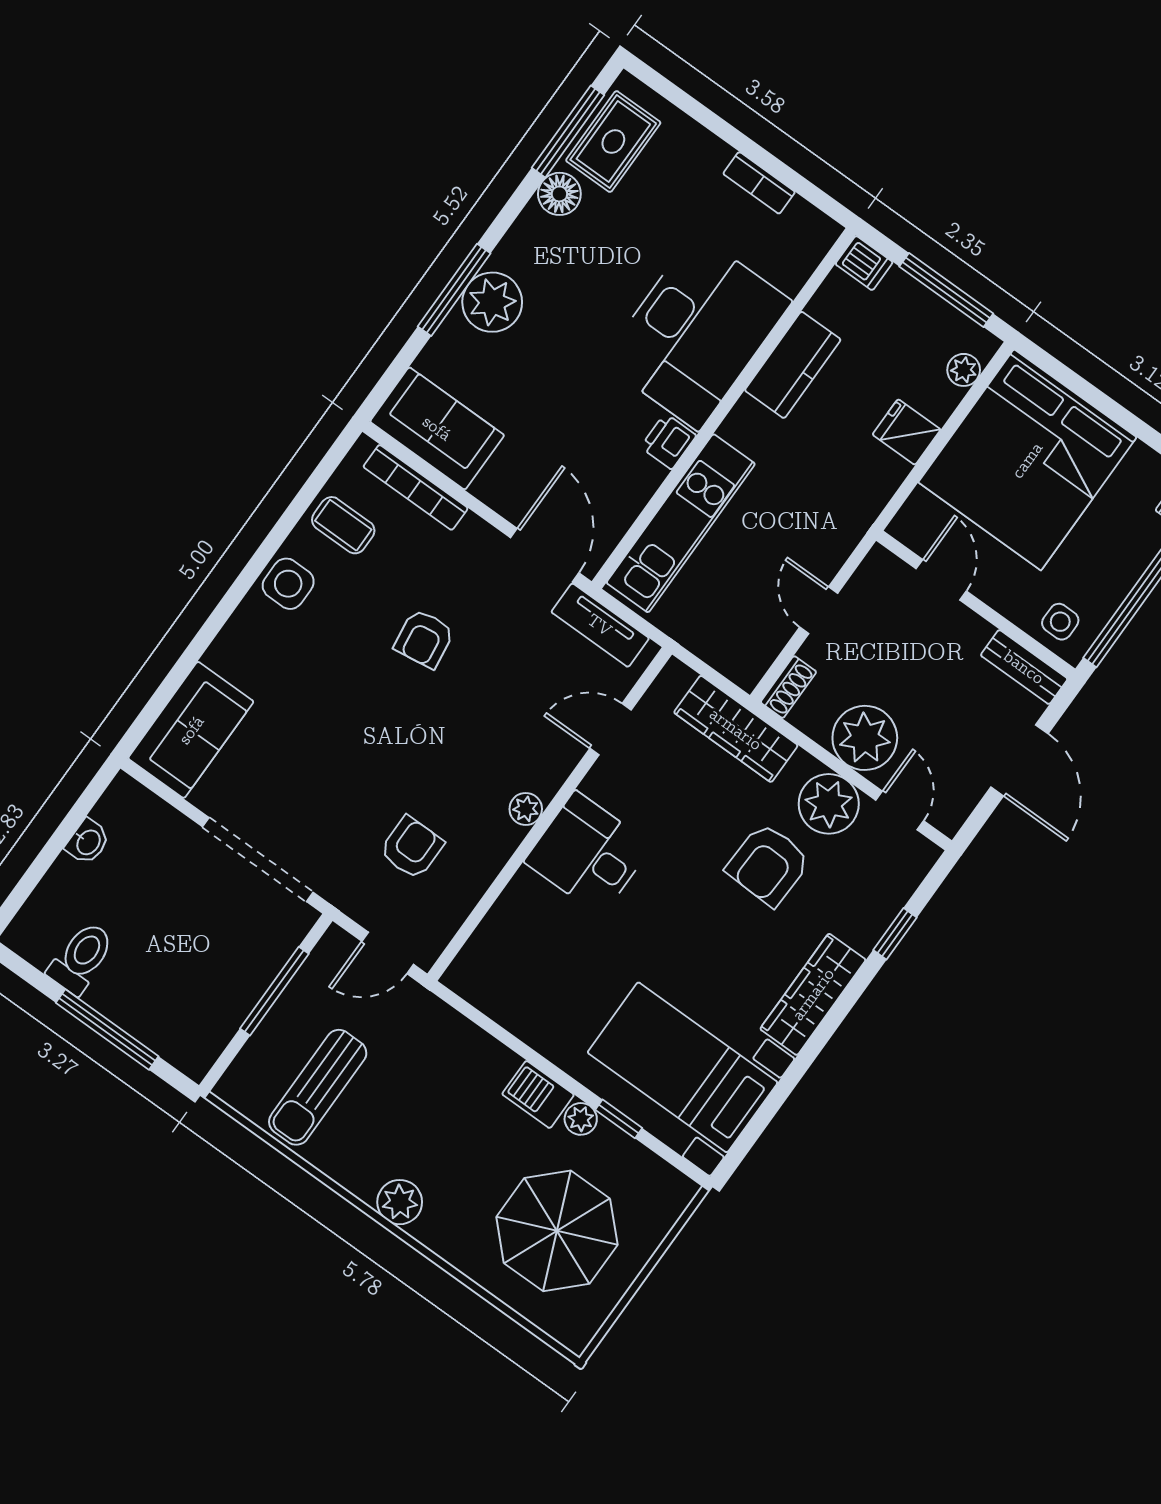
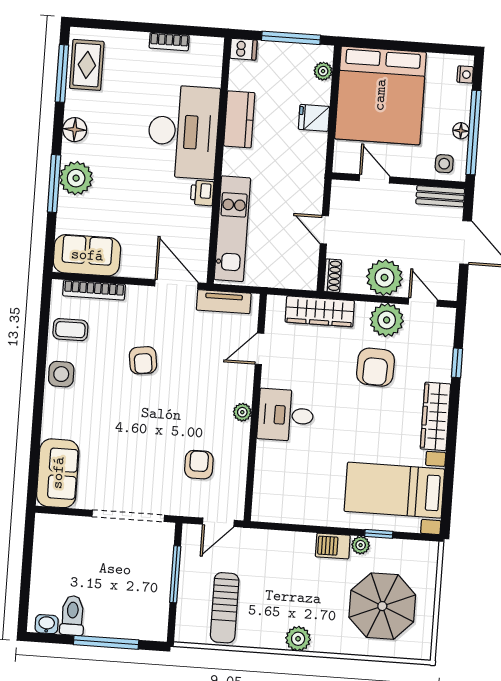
floor lamp: (559, 194) -> (75, 130), moved
floor lamp: (1116, 588) -> (461, 131), added
washbasin: (88, 842) -> (47, 624), moved, turned -90

